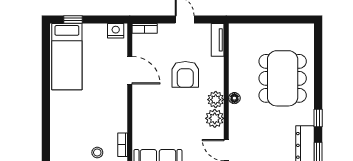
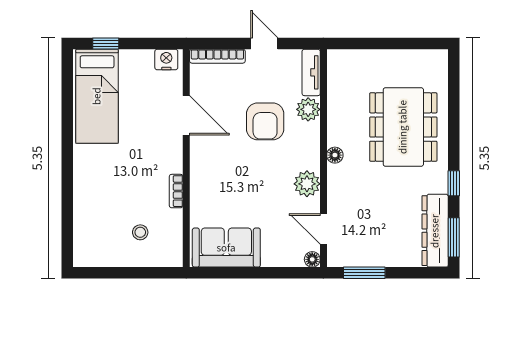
bookcase: (145, 28) -> (217, 56), width x1.56
plant: (216, 100) -> (308, 109), moved
bookcase: (123, 145) -> (176, 191), moved

